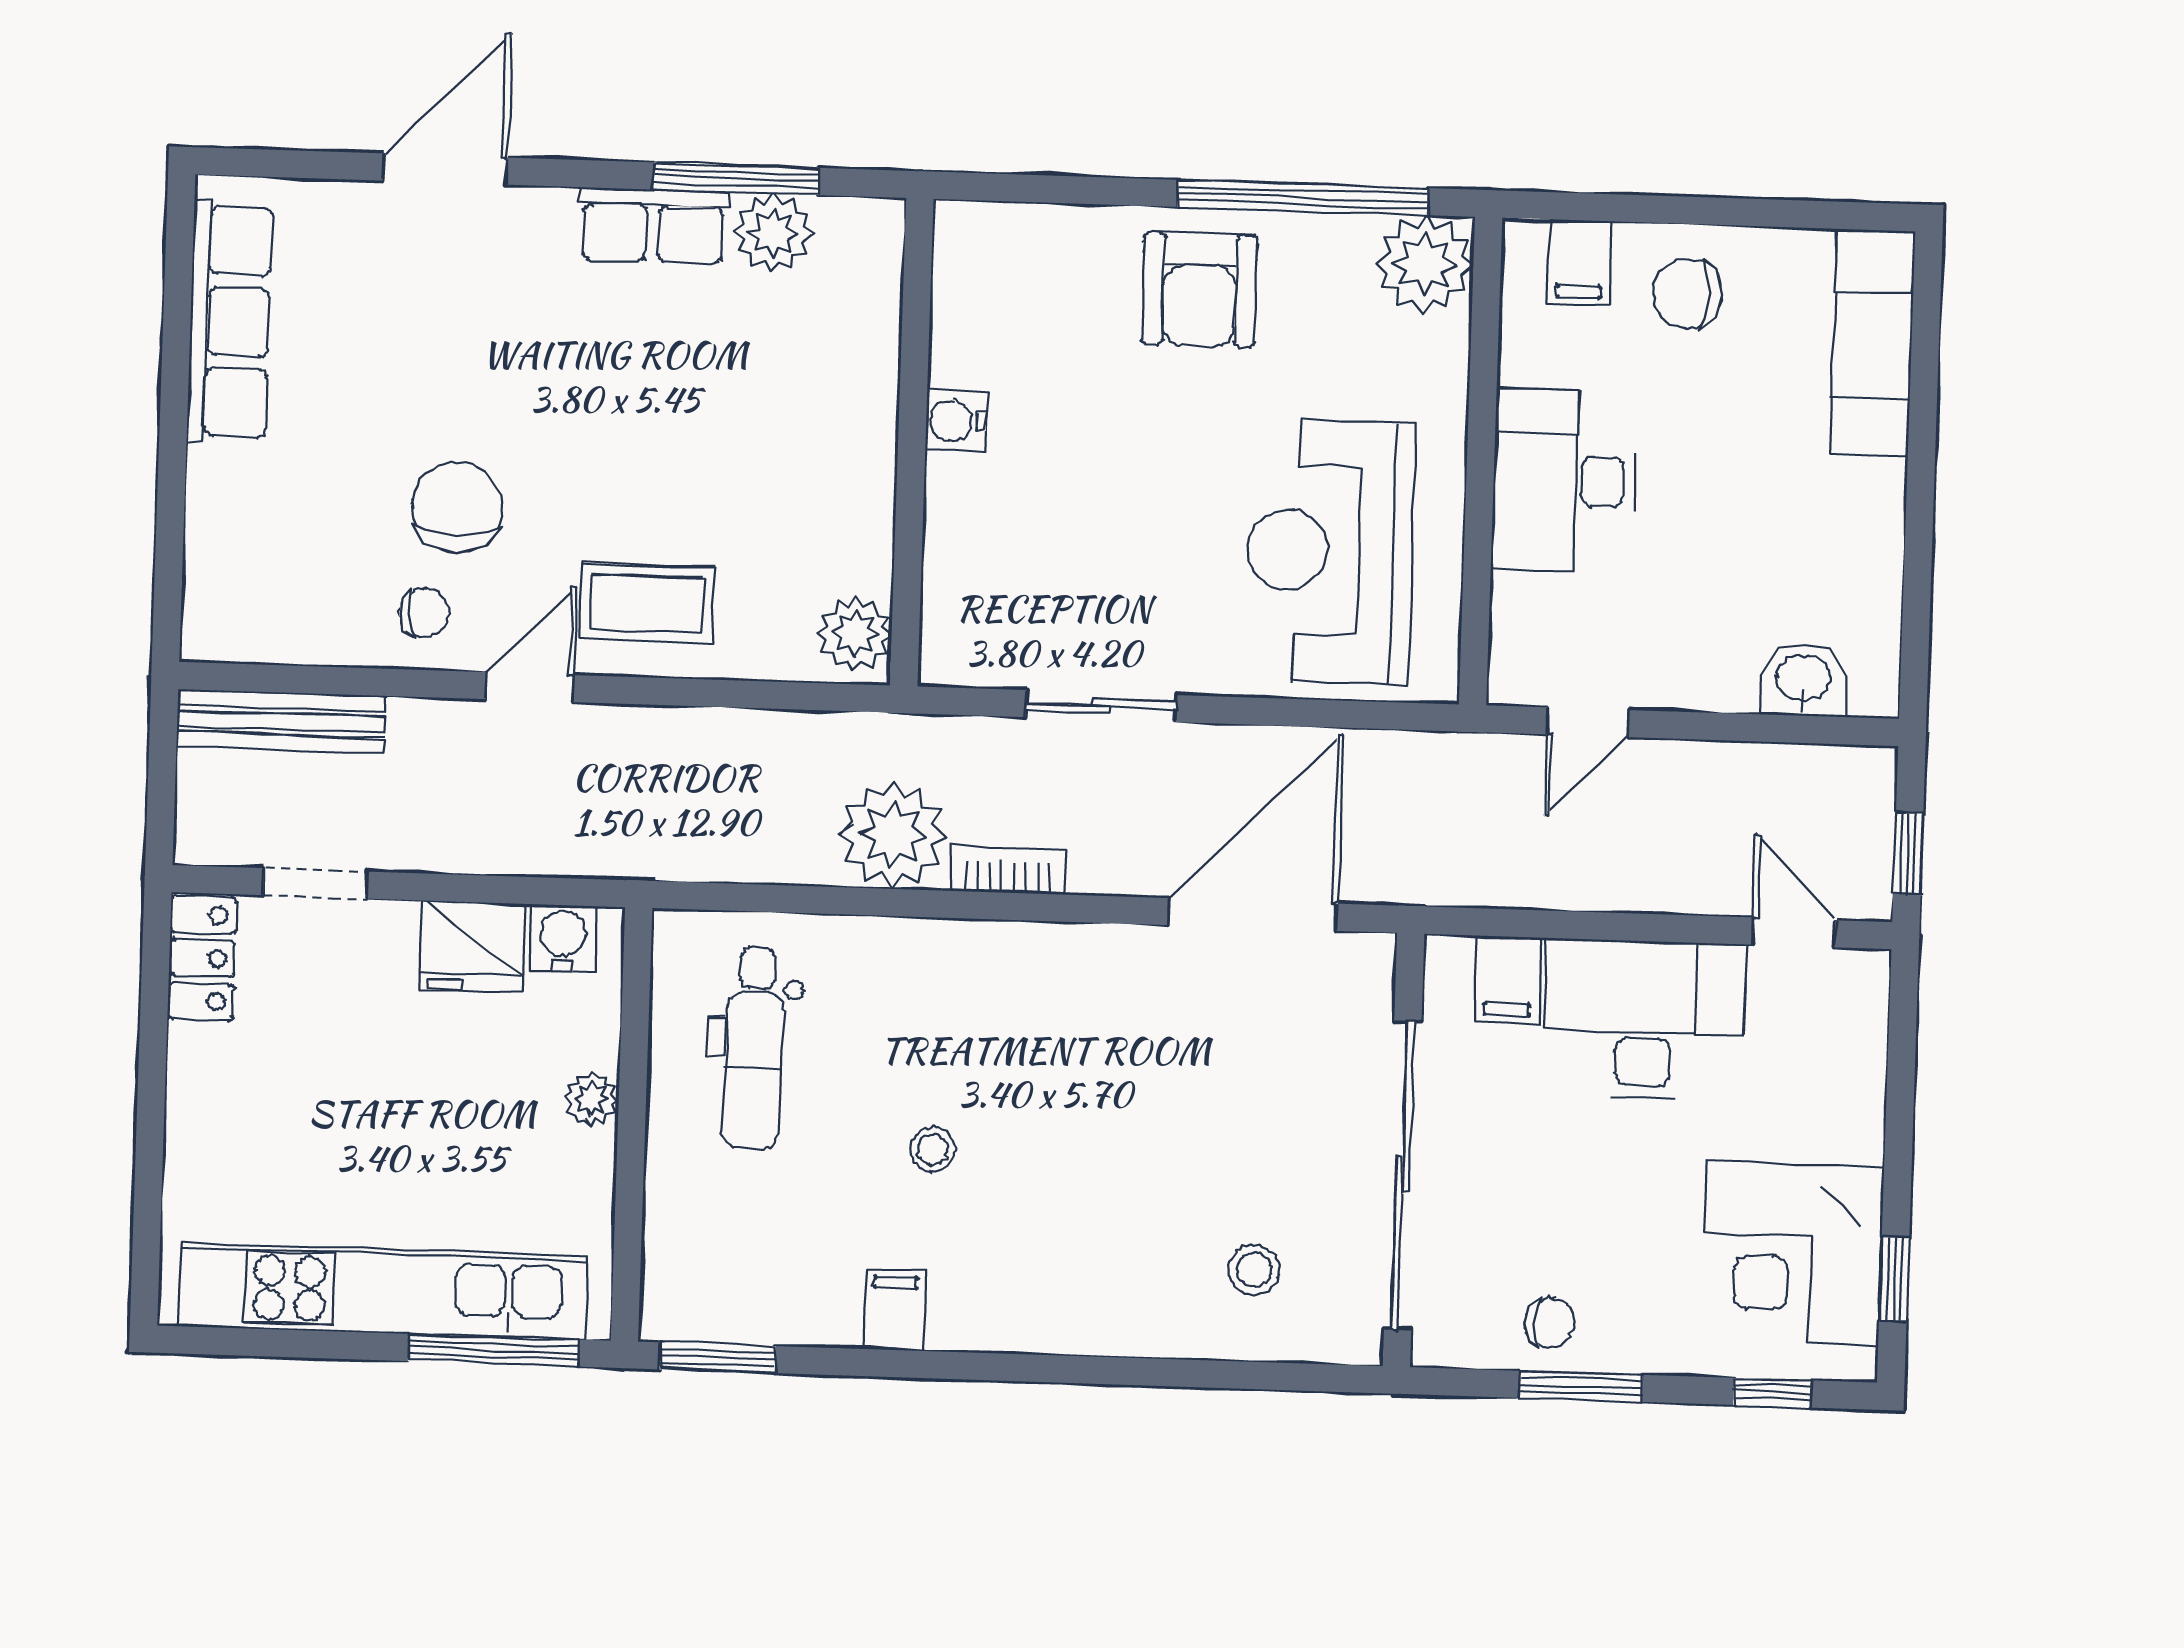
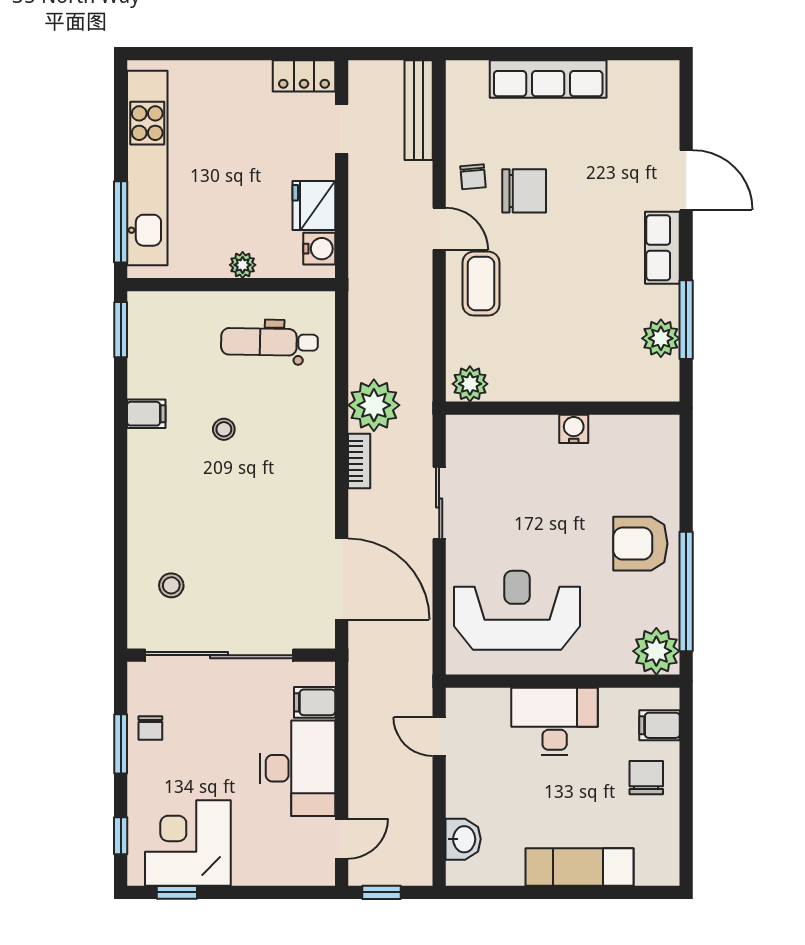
row of seats: (653, 226) -> (662, 248), moved
row of seats: (230, 322) -> (548, 79), moved
exam couch: (1872, 342) -> (580, 867), moved

